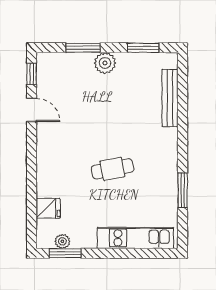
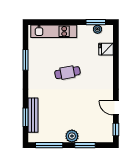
window: (143, 48) -> (49, 145), width x1.44
window: (182, 94) -> (25, 117), added

